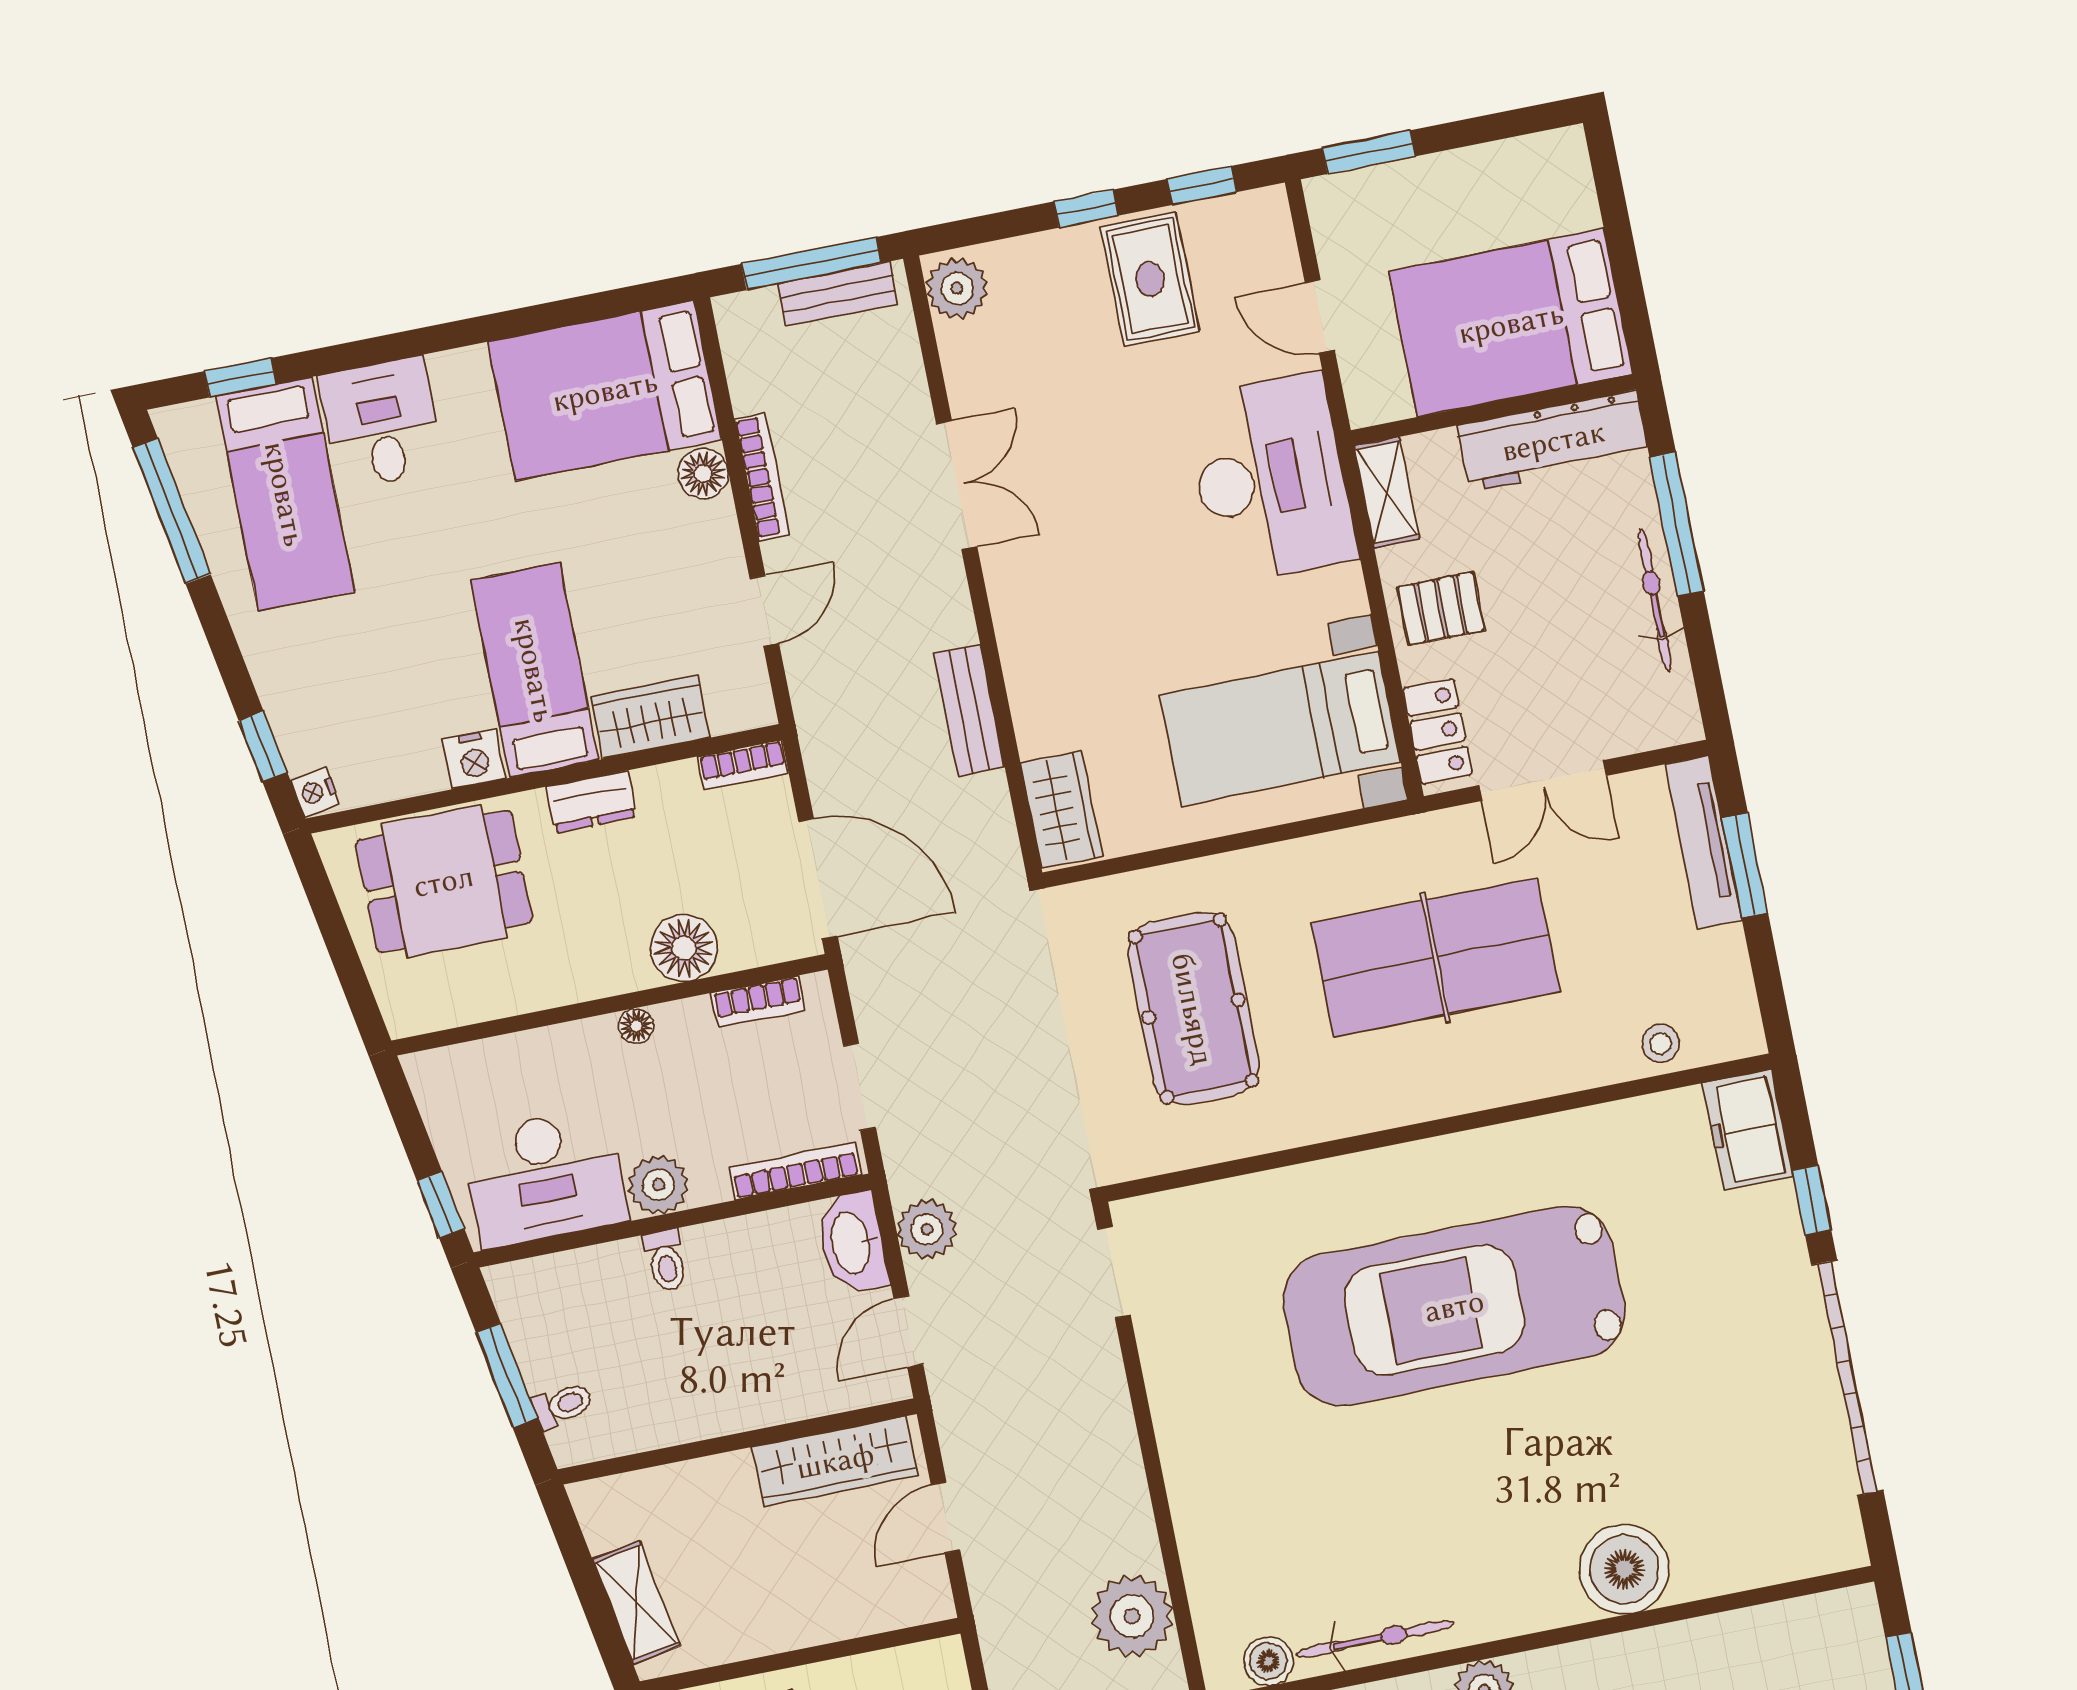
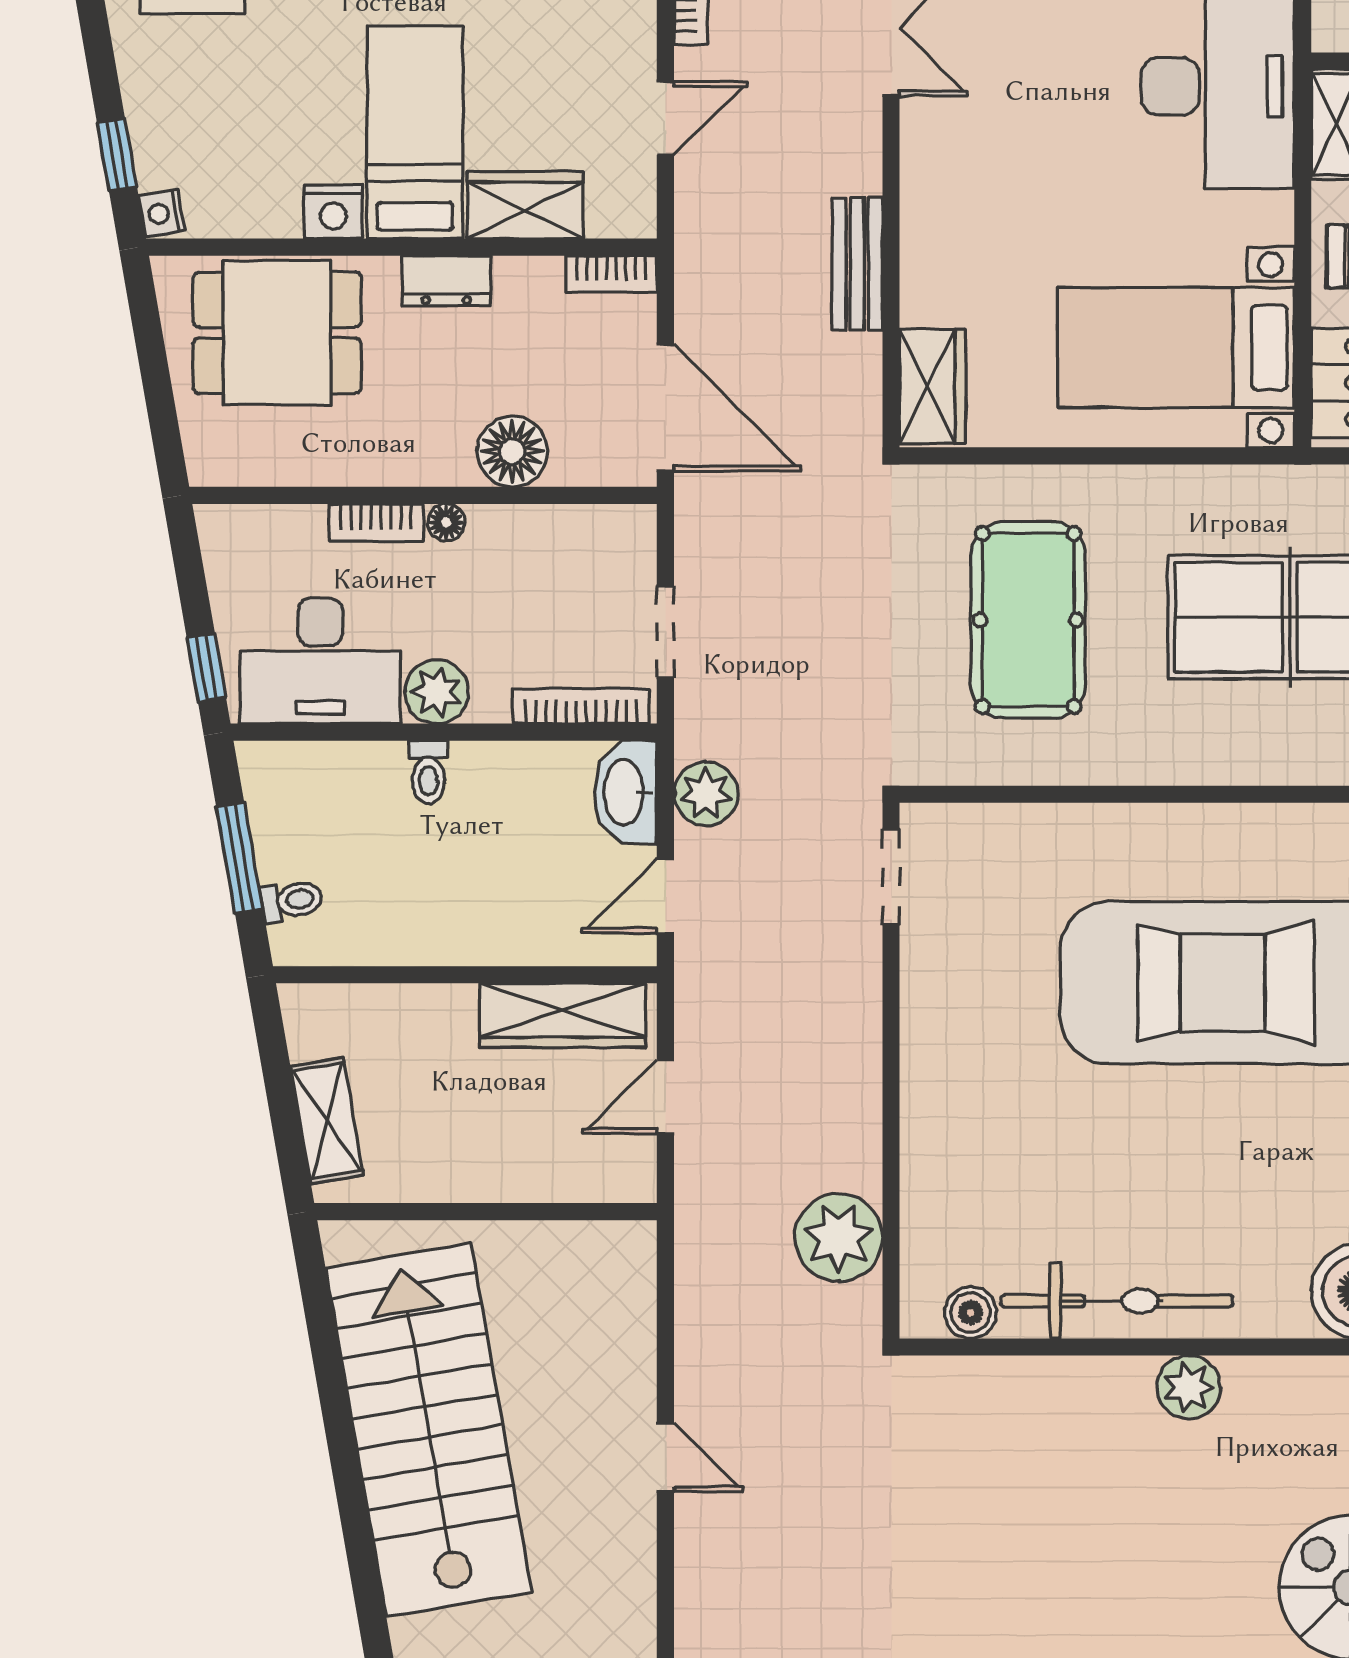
bookcase: (758, 1002) -> (376, 523), moved
bicycle: (1375, 1639) -> (1117, 1301), width x1.37, depth x1.40

